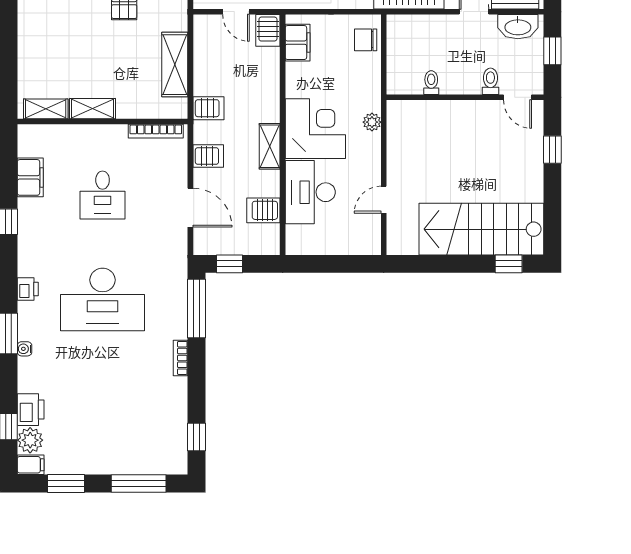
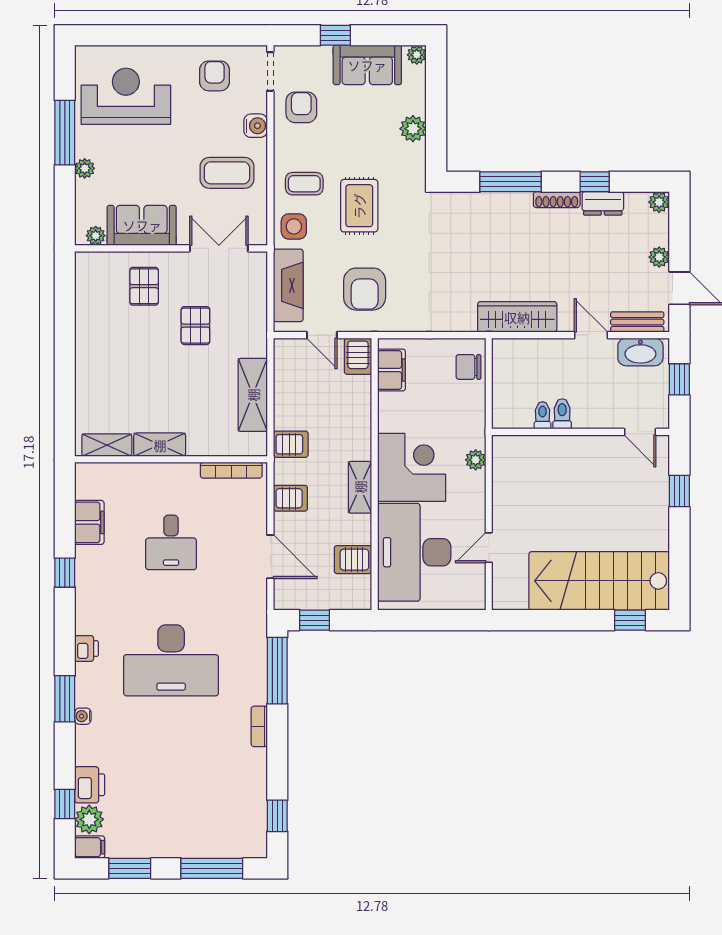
toilet: (490, 81) -> (562, 414), moved
desk: (310, 192) -> (414, 552), width x1.36, depth x1.30

